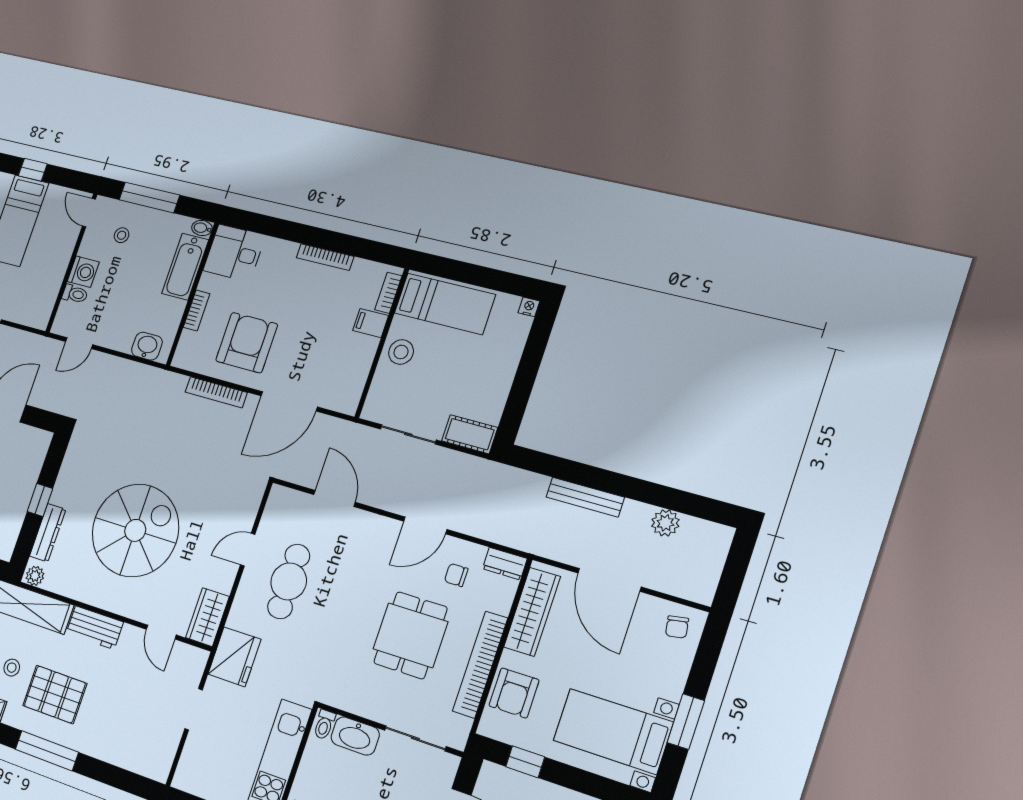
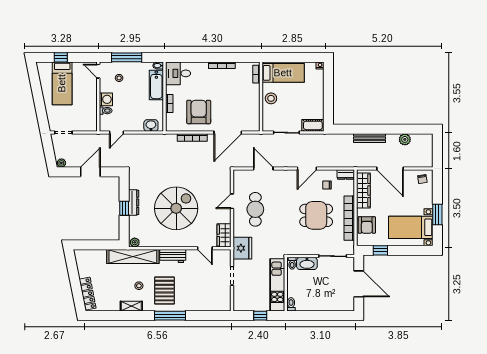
filing cabinet: (371, 323) -> (253, 89), removed
dresser: (48, 533) -> (134, 202), moved
dining table: (410, 635) -> (316, 215), turned 90
pallet: (55, 694) -> (164, 291), turned 90

